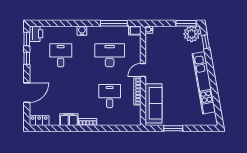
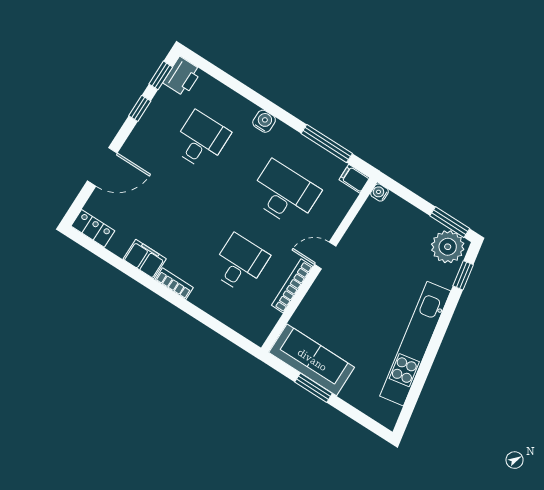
sofa: (154, 103) -> (312, 360), moved, turned -90

